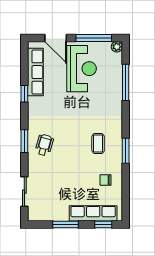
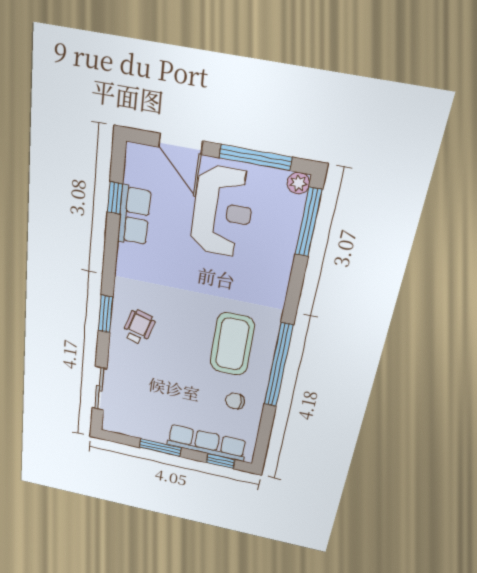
row of seats: (35, 72) -> (134, 216), width x0.68
window: (126, 82) -> (309, 222), moved
window: (24, 94) -> (115, 198), moved
coffee table: (98, 144) -> (232, 344), width x1.86, depth x1.72
window: (126, 151) -> (278, 365), width x2.11

